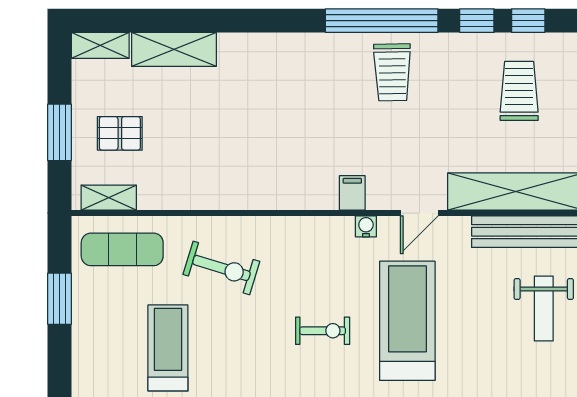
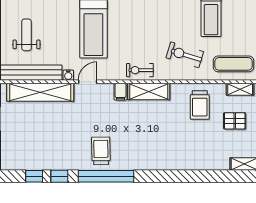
shelving: (174, 49) -> (149, 92), moved
trolley: (519, 91) -> (200, 105), moved
water cooler: (366, 226) -> (68, 75), moved
exercise bike: (323, 331) -> (140, 70), moved

